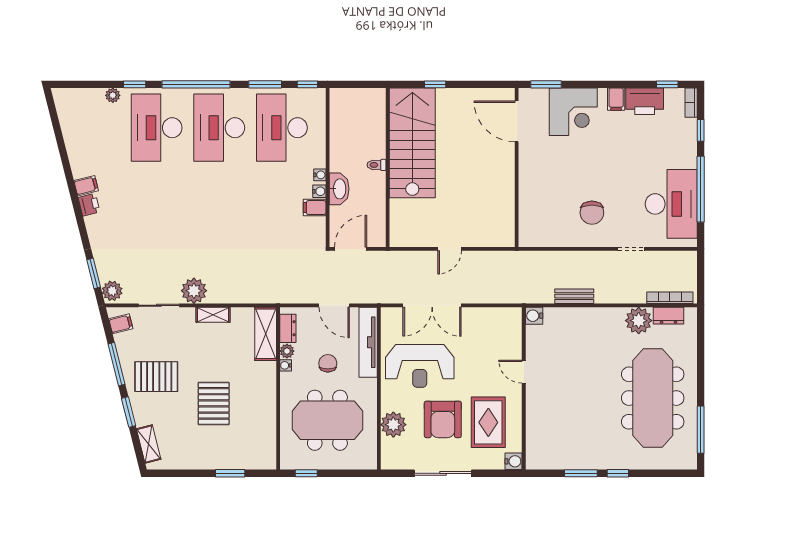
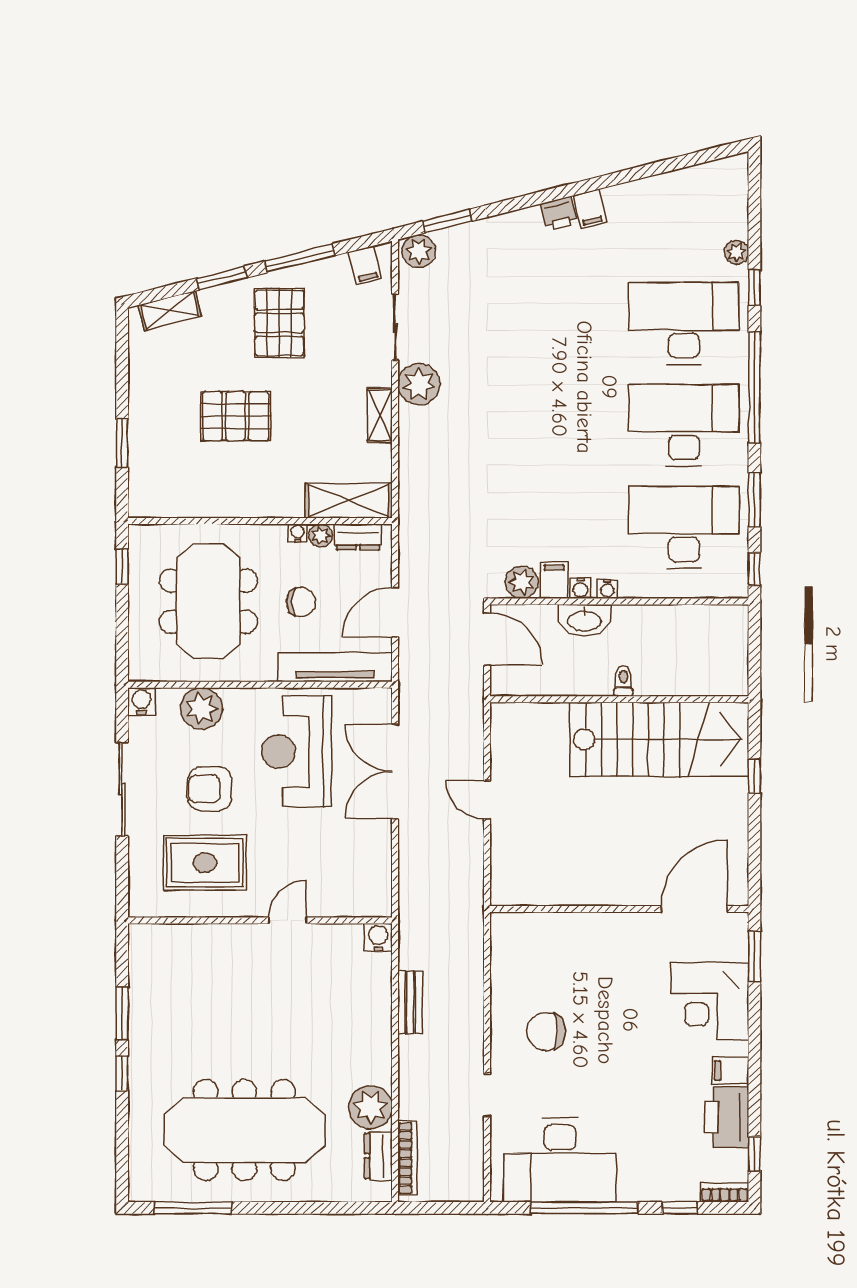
plant: (316, 227) -> (522, 582), added
armchair: (443, 419) -> (210, 789), width x0.73, depth x0.73
water cooler: (514, 461) -> (142, 701), moved, turned 180

